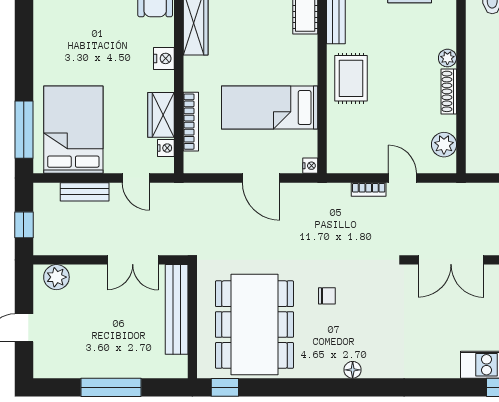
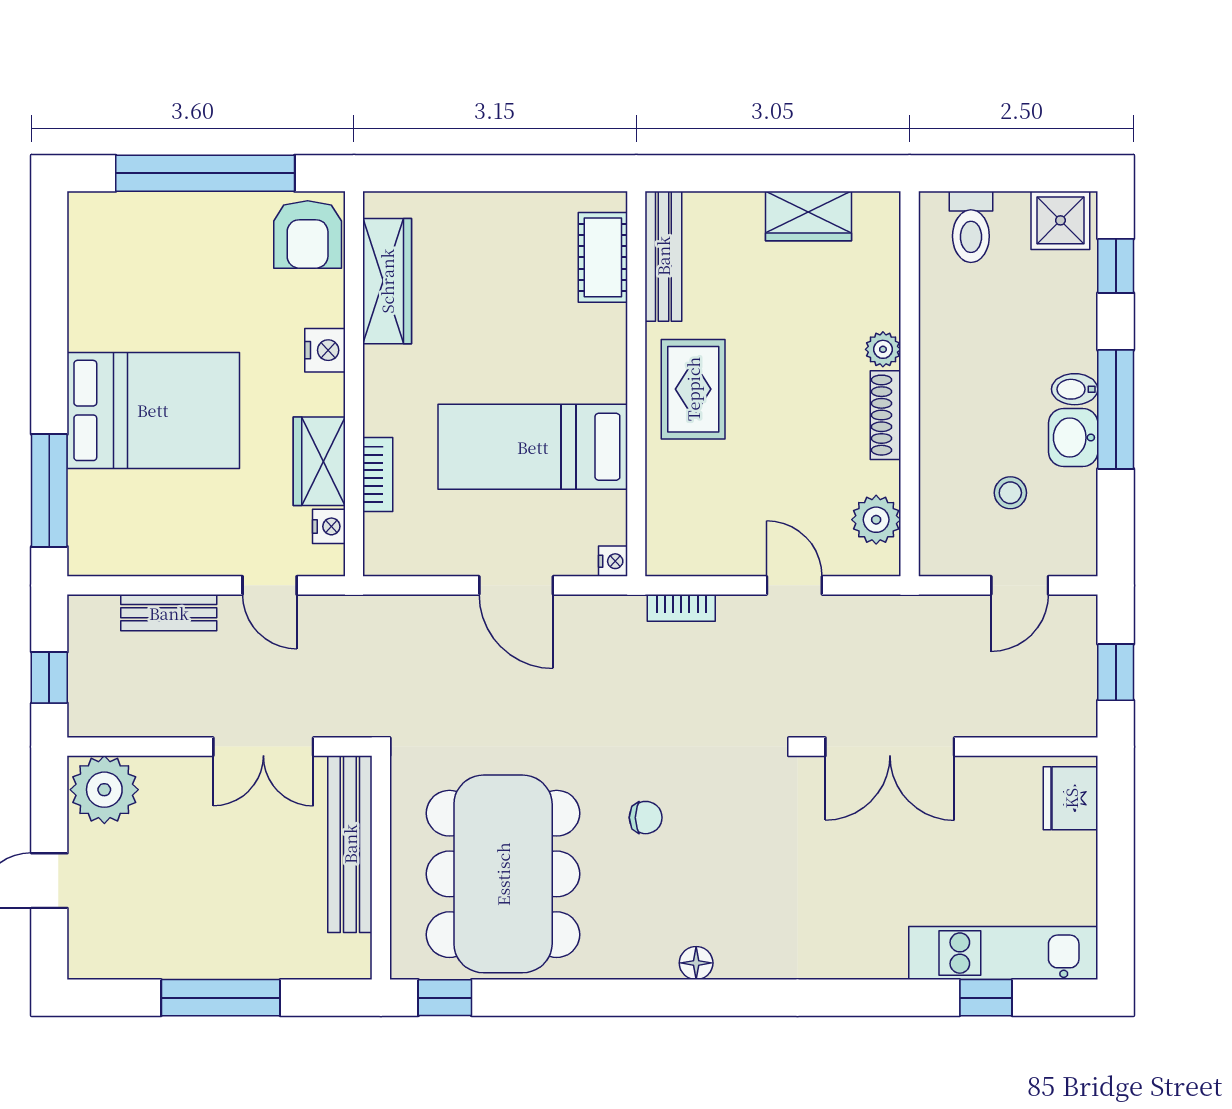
bookcase: (191, 122) -> (378, 474), width x0.64
bed: (73, 130) -> (153, 410), moved, turned 90
bookcase: (369, 189) -> (681, 608), moved
plant: (56, 277) -> (104, 790), width x1.36, depth x1.36

